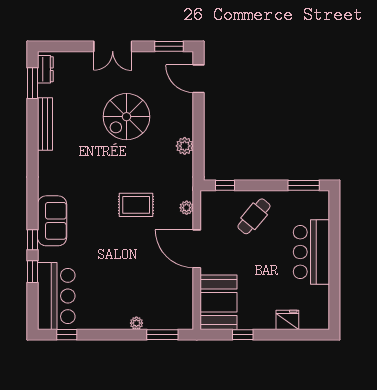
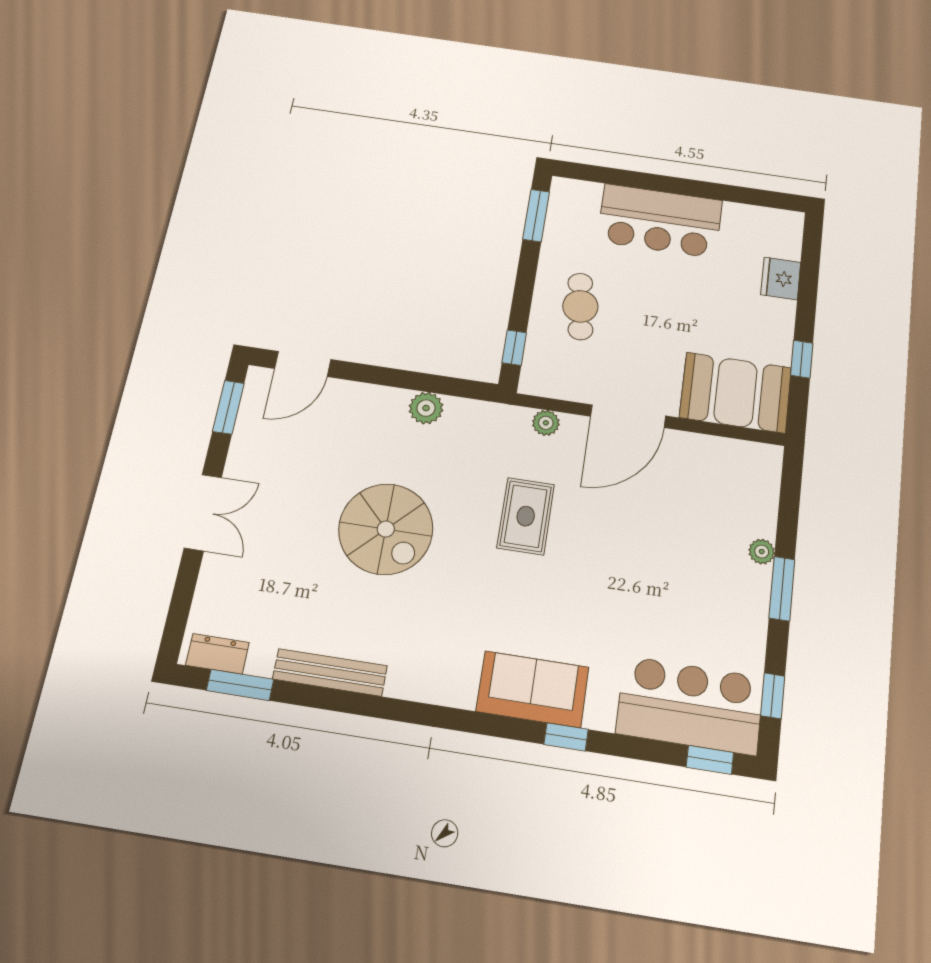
spiral stairs: (126, 117) -> (386, 529), moved
cafe table: (254, 216) -> (580, 306), turned 42
window: (33, 272) -> (710, 760), moved
window: (162, 335) -> (782, 589), moved

